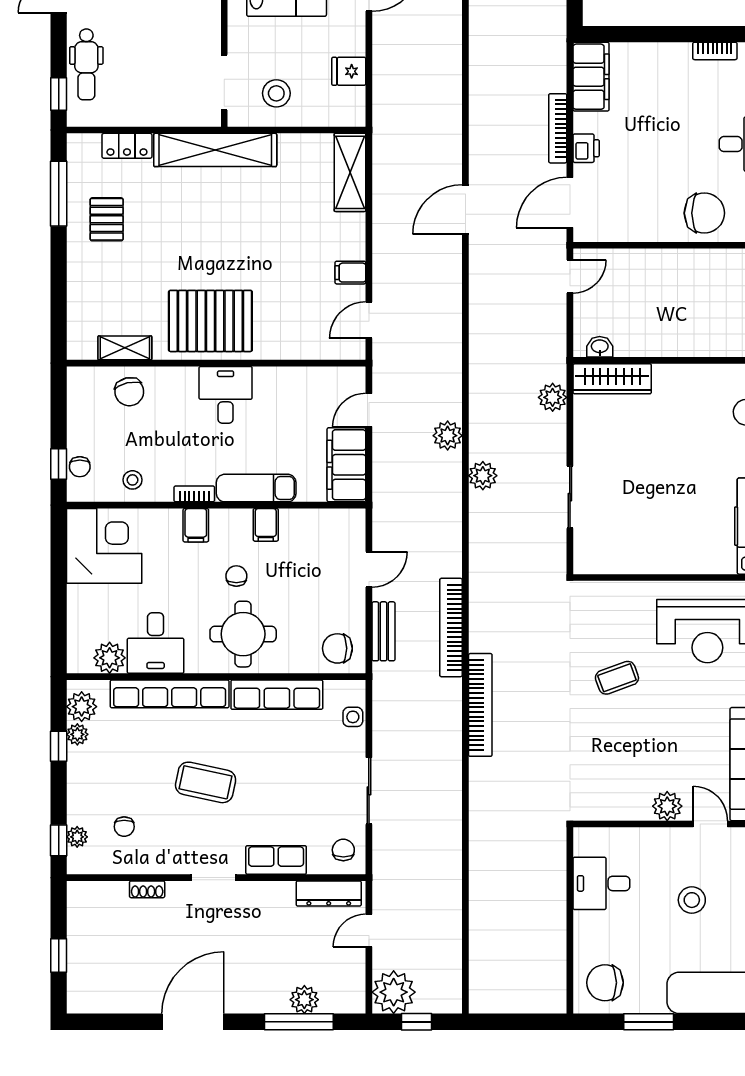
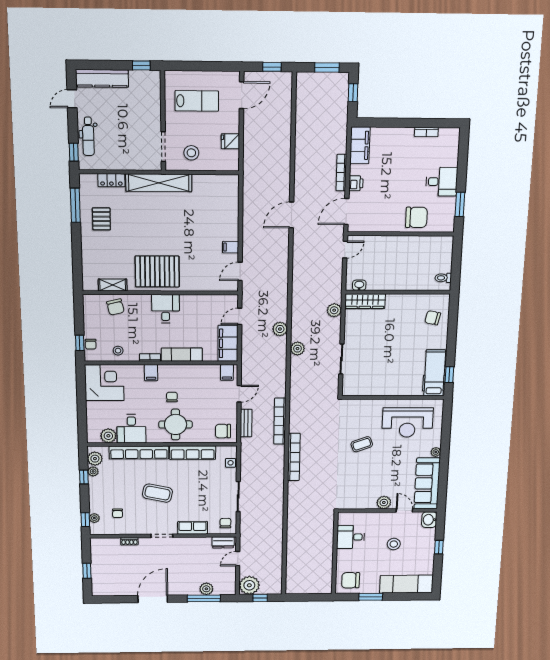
shelving: (350, 172) -> (231, 195), removed
filing cabinet: (266, 525) -> (227, 372), moved
dresser: (329, 893) -> (223, 542), width x0.70

